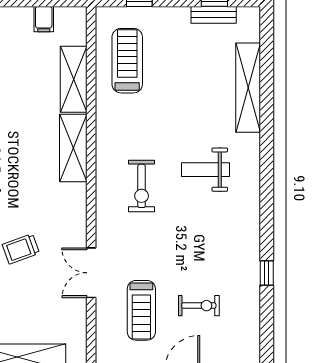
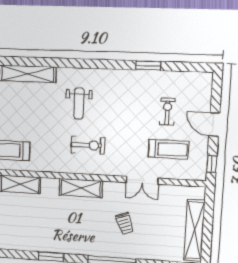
shelving: (73, 148) -> (81, 188), moved
window: (267, 273) -> (148, 66), width x1.50

